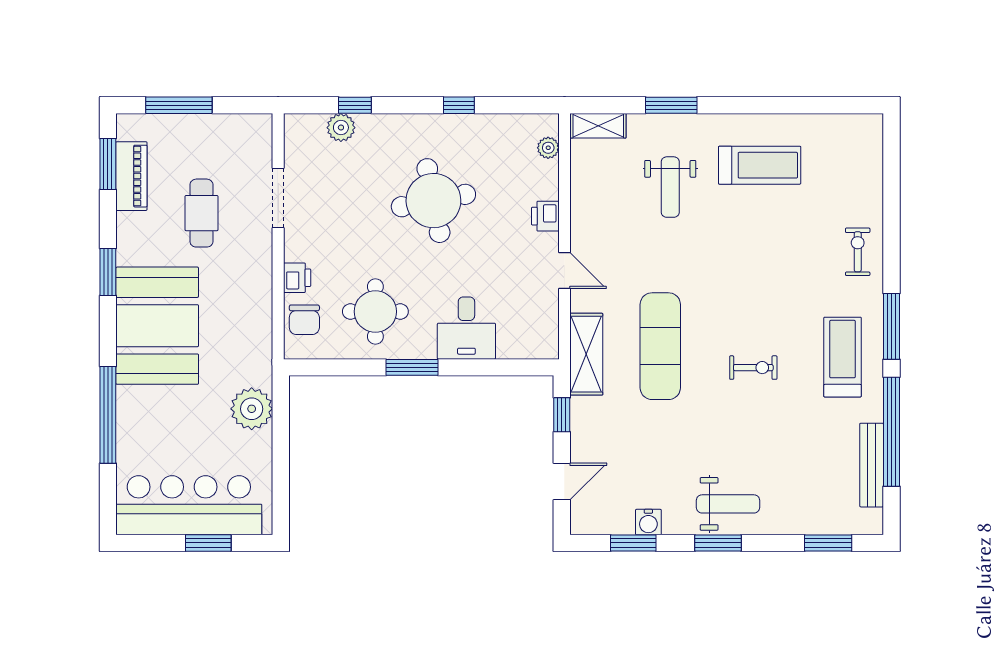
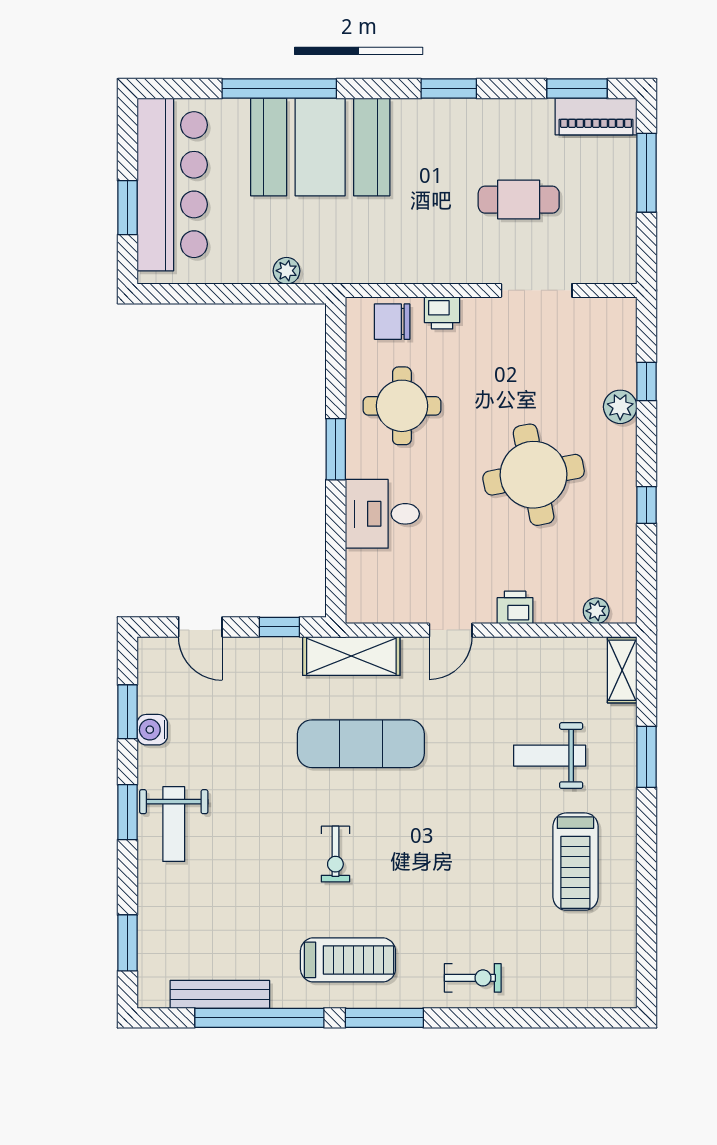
plant: (341, 128) -> (620, 407), moved
piano: (131, 176) -> (596, 116), moved
booth: (157, 326) -> (320, 147), moved
plant: (252, 409) -> (287, 271), width x0.53, depth x0.53

